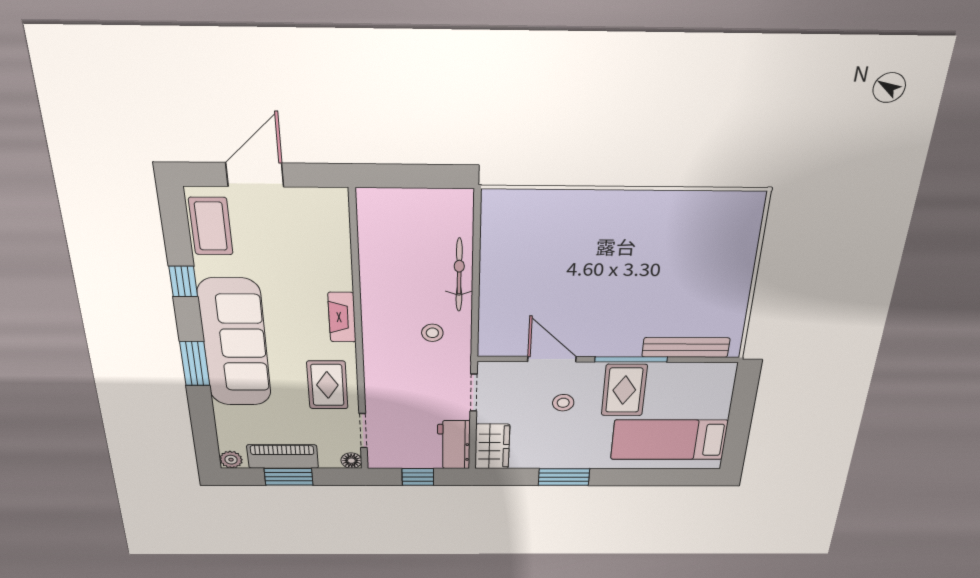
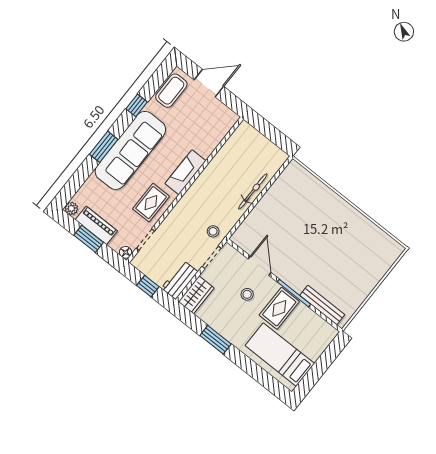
fireplace: (342, 317) -> (185, 172), width x1.37, depth x1.32
stool: (432, 333) -> (213, 231), moved

